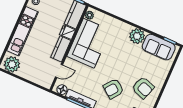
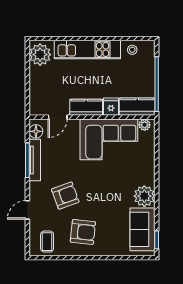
door: (59, 71) -> (58, 117), hinge flipped
armchair: (143, 88) -> (83, 232), turned -103
armchair: (113, 89) -> (65, 196), turned 123

